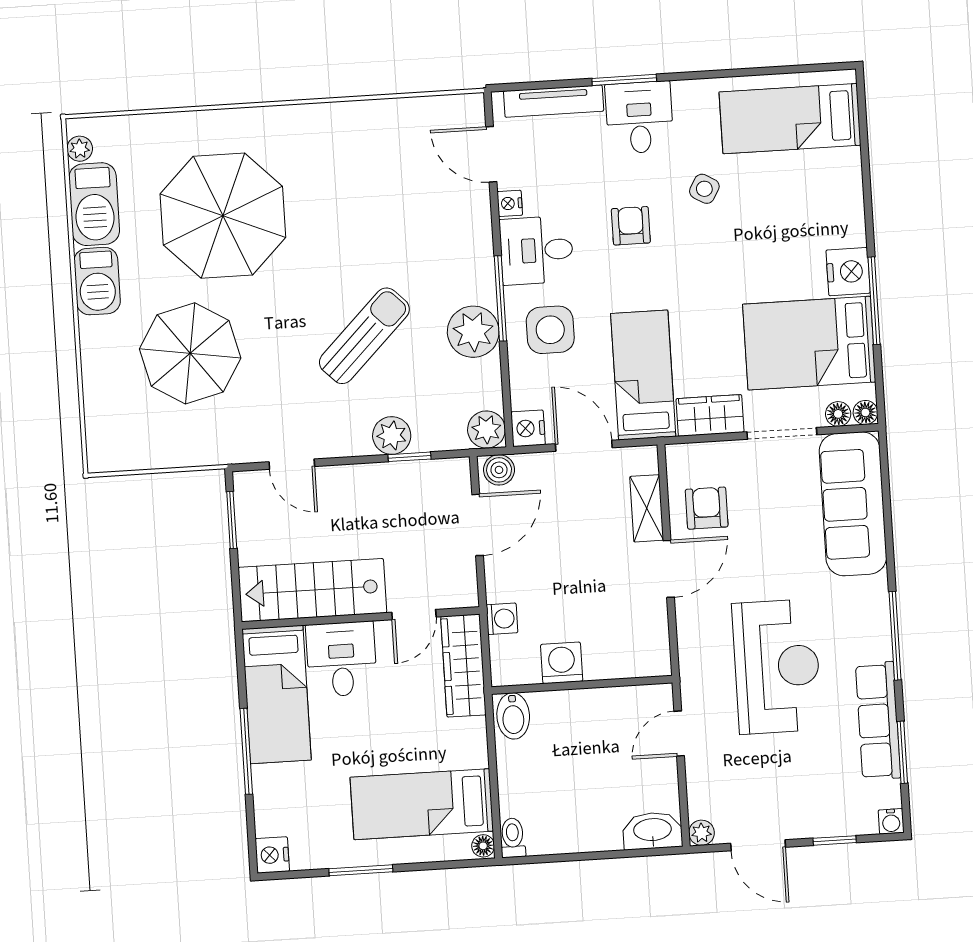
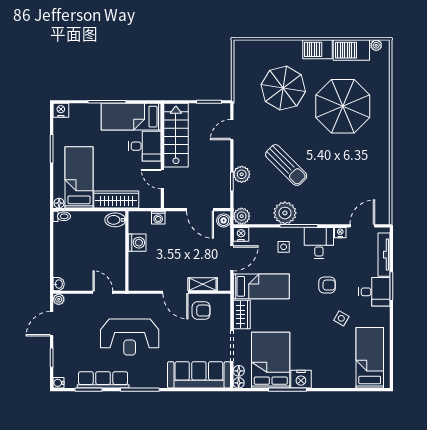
side table: (550, 330) -> (284, 247), width x0.54, depth x0.54
wardrobe: (463, 666) -> (116, 199), moved
washbasin: (653, 831) -> (59, 284), width x0.52, depth x0.69

